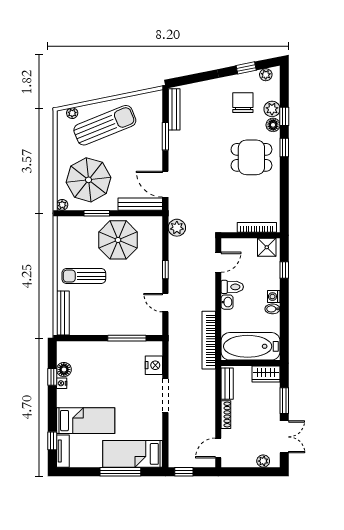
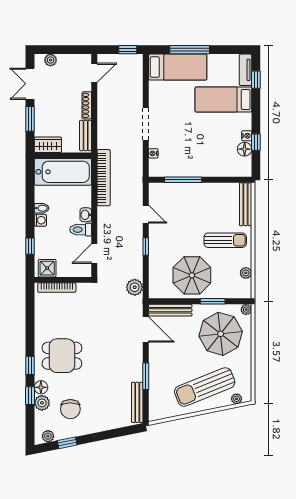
plant: (63, 242) -> (246, 273), added
nightstand: (154, 365) -> (153, 153), width x0.53, depth x0.56

